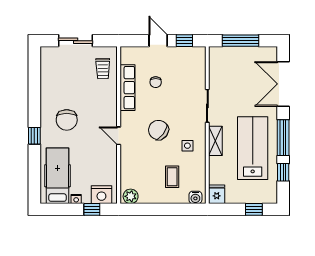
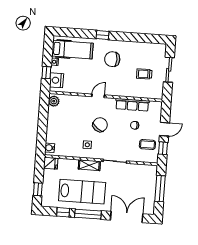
trolley: (103, 69) -> (144, 74), moved
coffee table: (172, 177) -> (147, 145), moved

